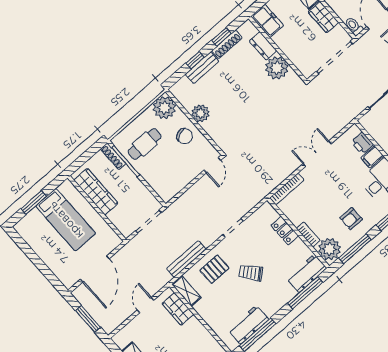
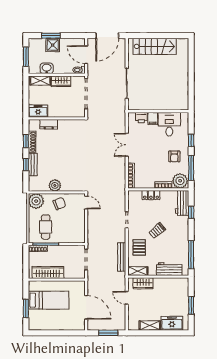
plant: (277, 68) -> (66, 127), removed
window: (305, 293) -> (191, 212), width x0.46
workbench: (248, 325) -> (169, 269), moved, turned 90

